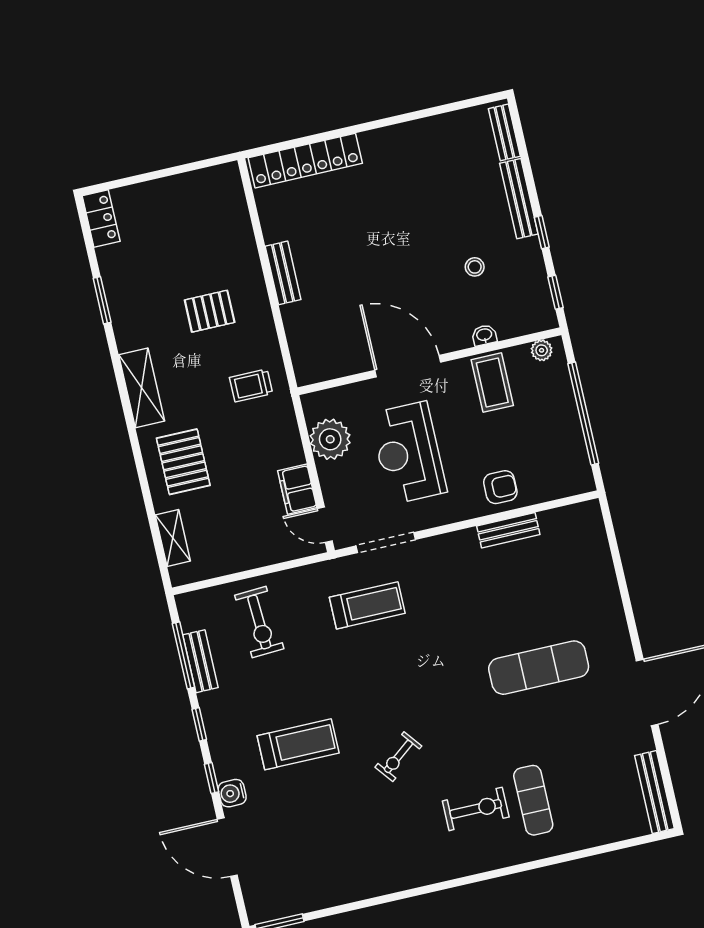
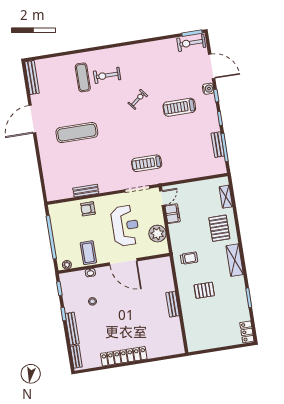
locker: (305, 161) -> (124, 356), moved
door: (325, 525) -> (162, 198), hinge flipped
exercise bike: (259, 622) -> (191, 43), moved, turned -87

